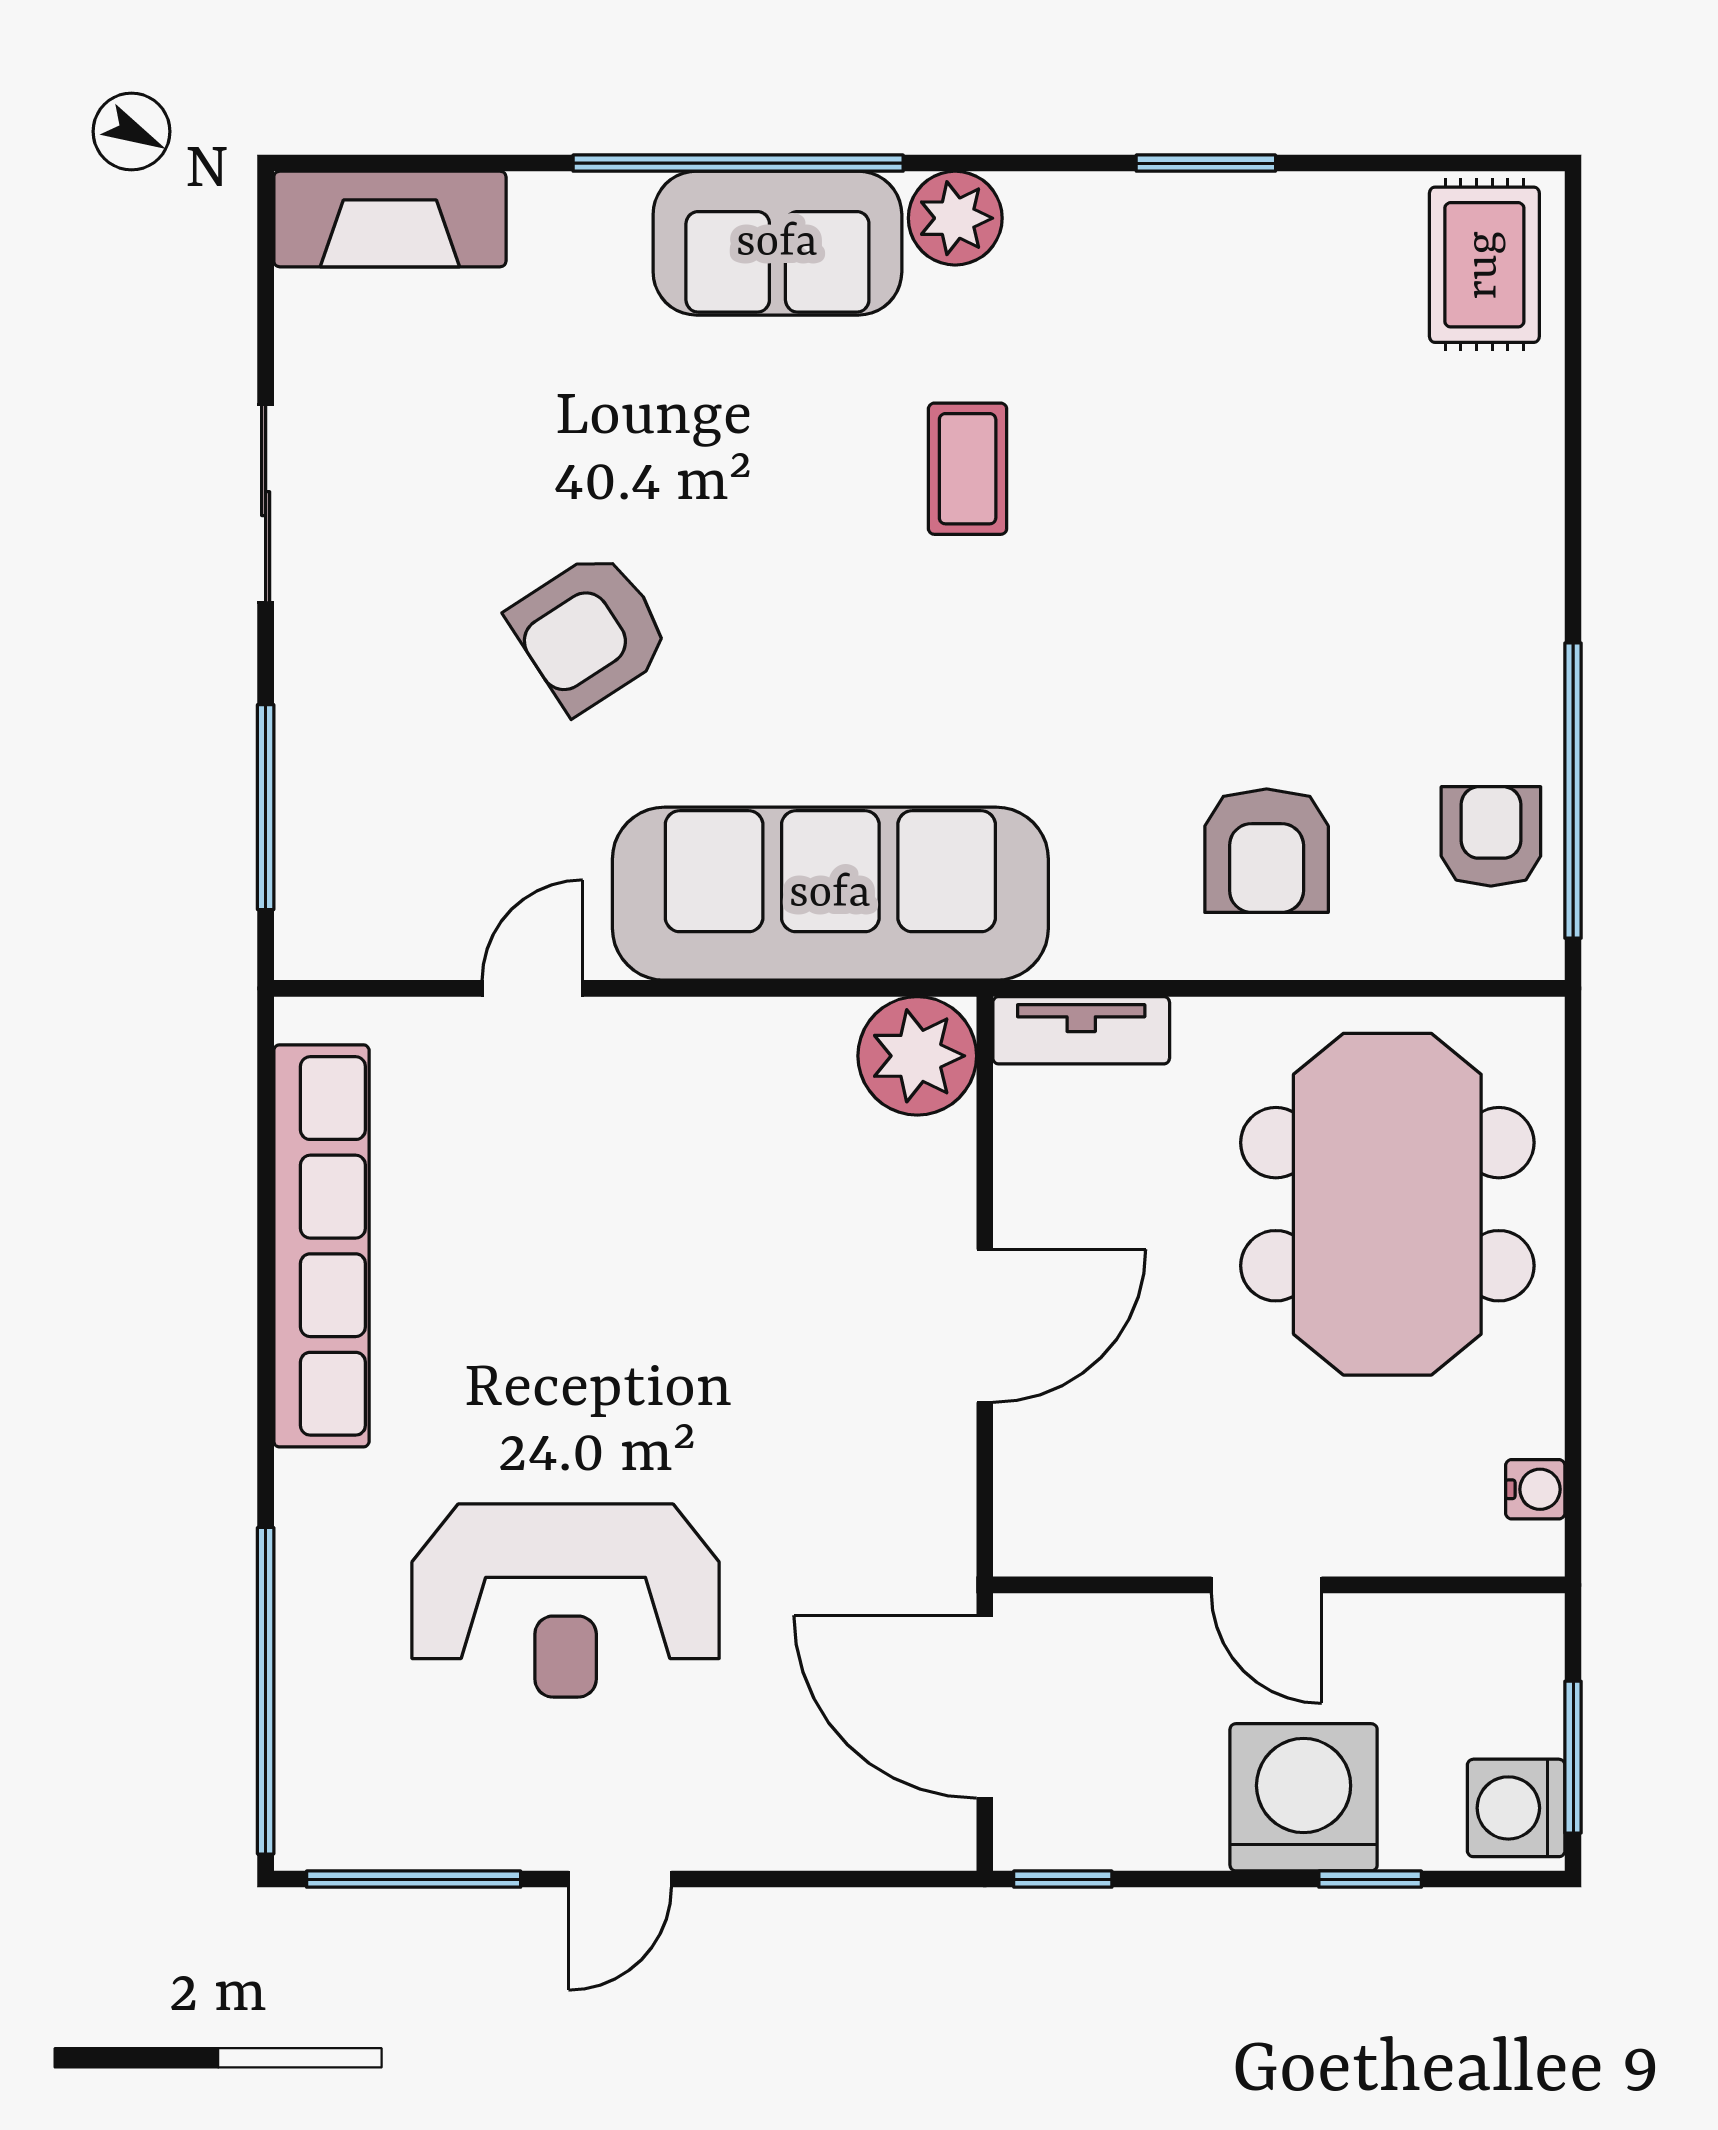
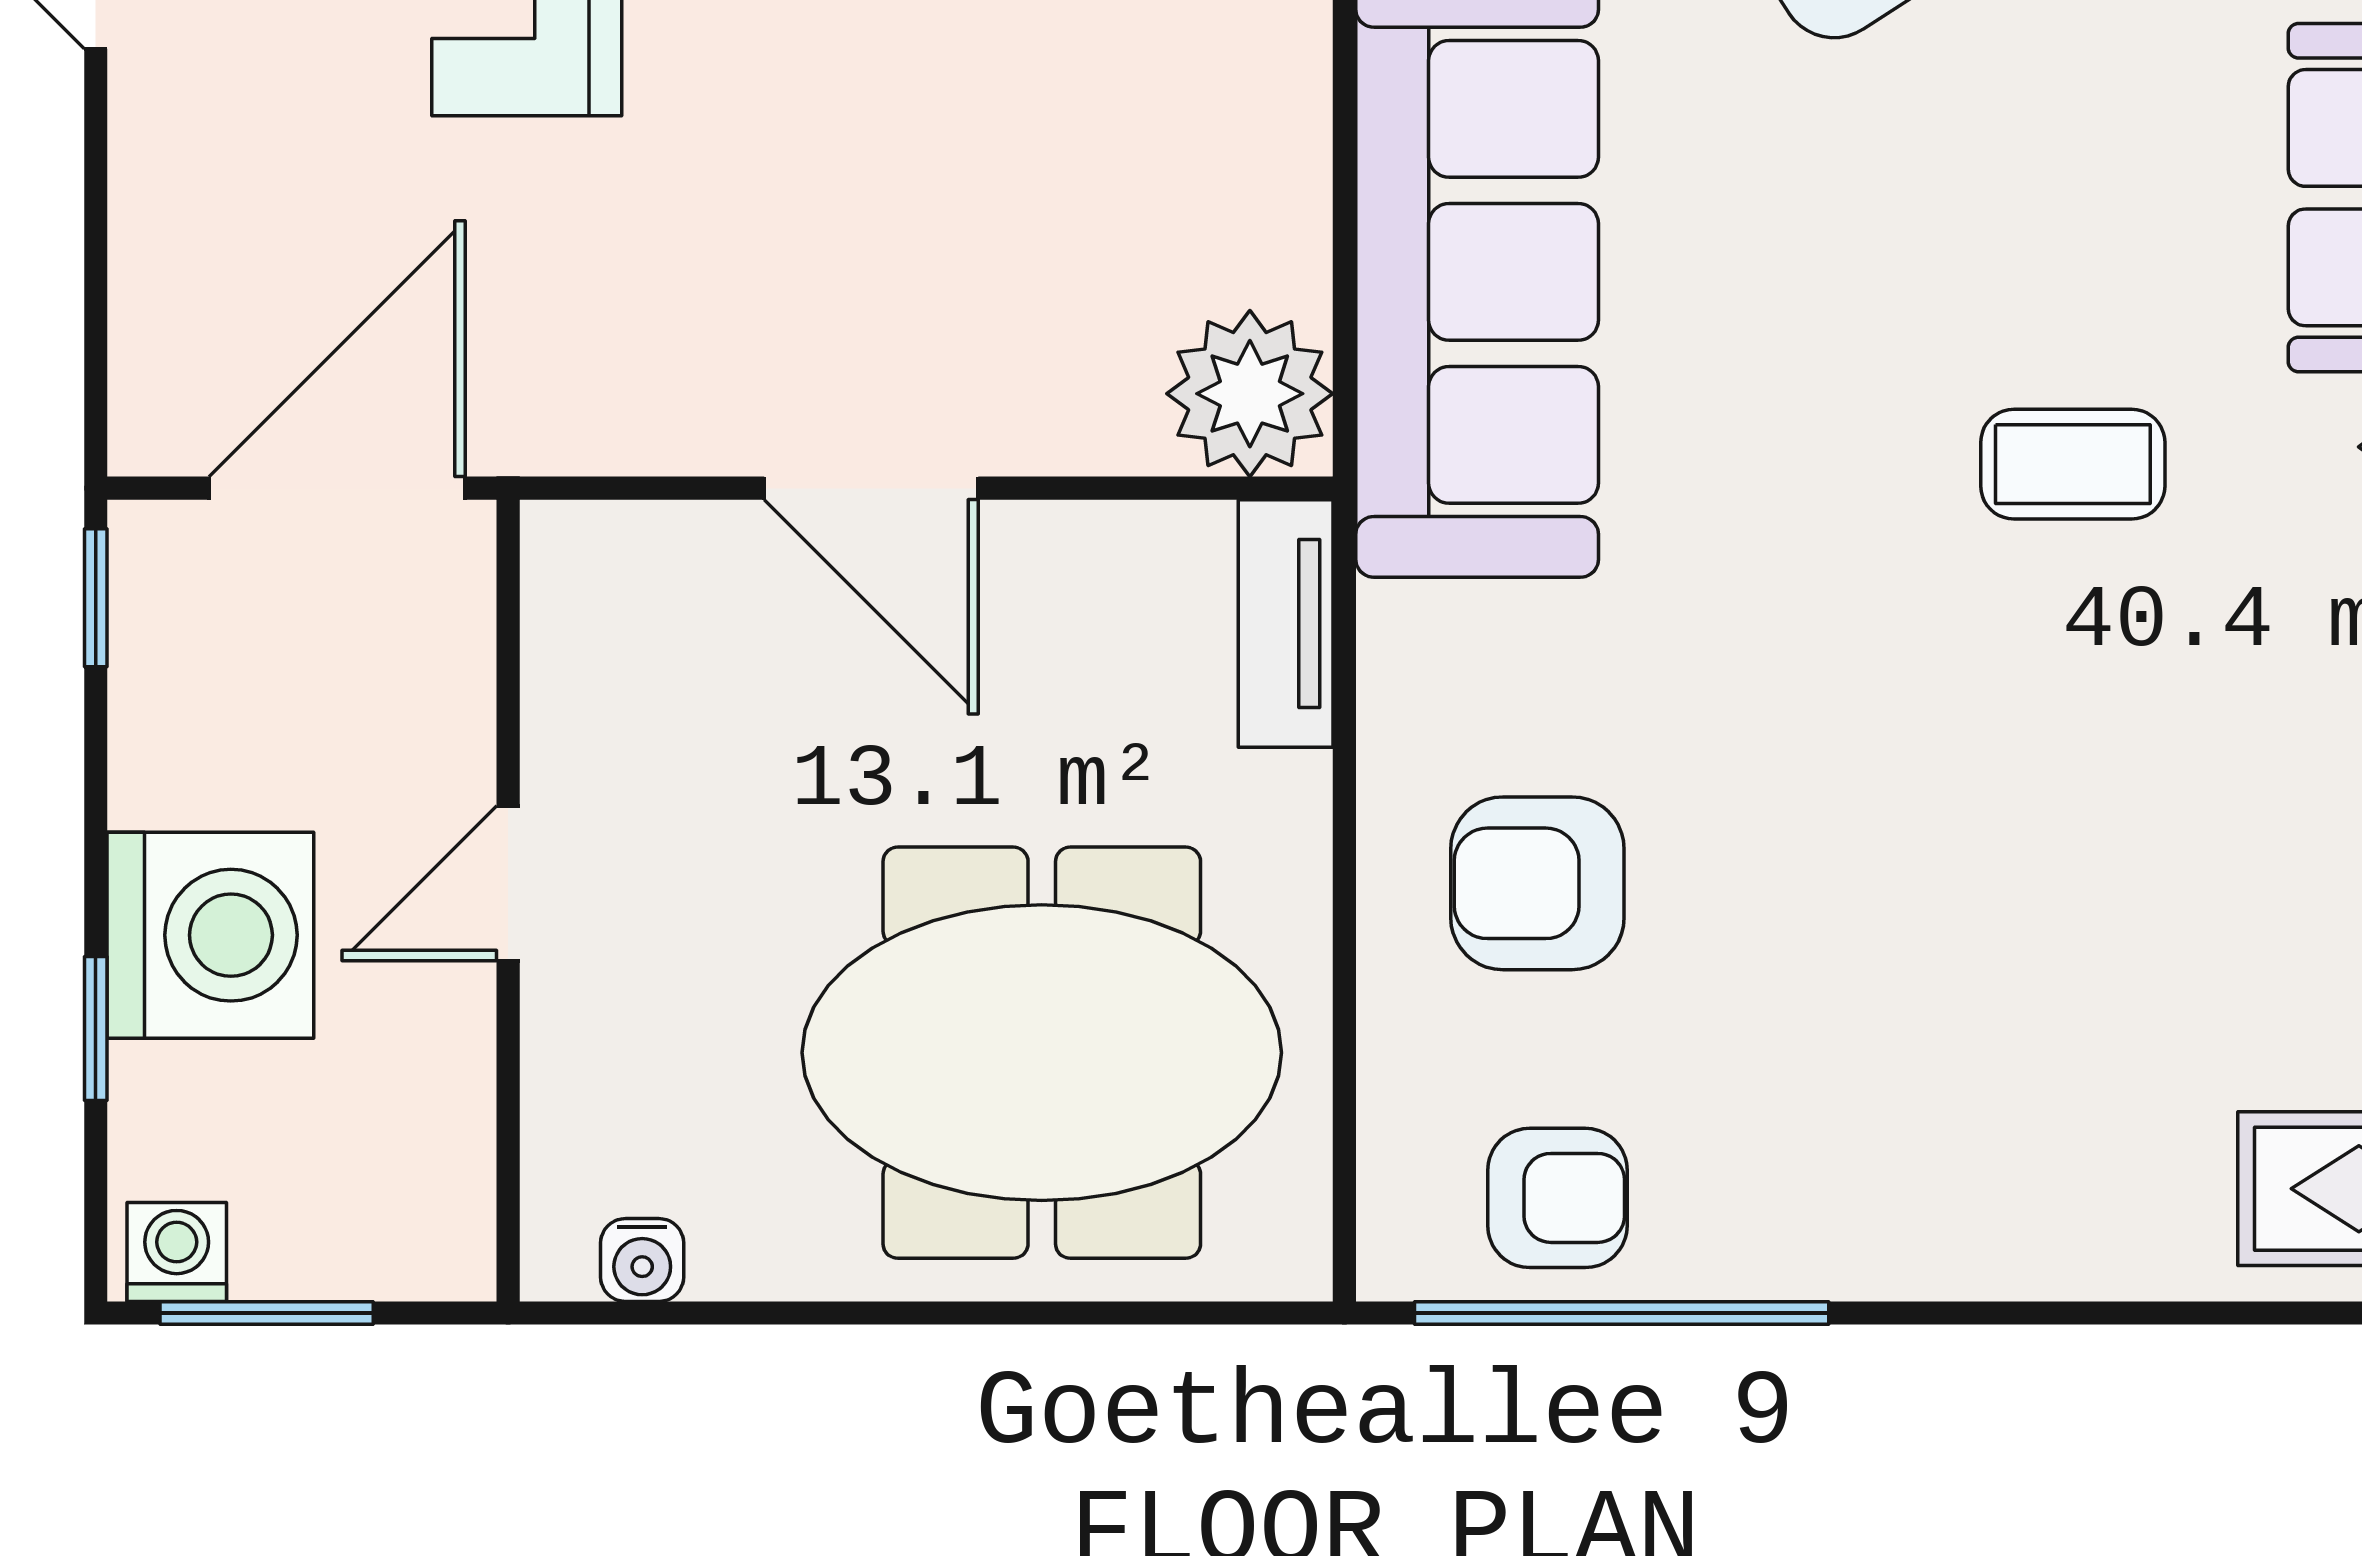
washing machine: (1516, 1808) -> (177, 1252), width x0.73, depth x0.73

